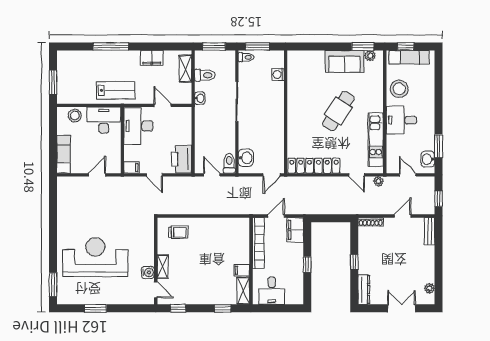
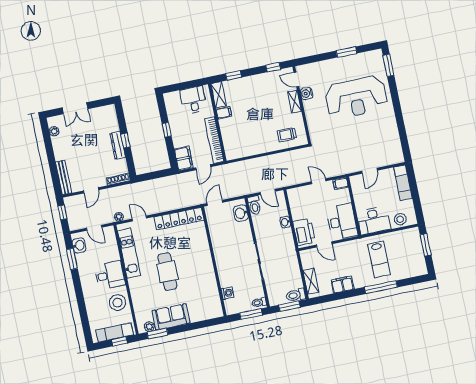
toilet: (205, 75) -> (296, 295), moved
lab bench: (116, 90) -> (379, 259), moved, turned -90
washbasin: (200, 98) -> (285, 222), moved
cafe table: (338, 111) -> (167, 272), turned -33
printer: (182, 159) -> (304, 232), moved
bench: (429, 231) -> (64, 177), width x1.36
dresser: (364, 290) -> (118, 145), moved

